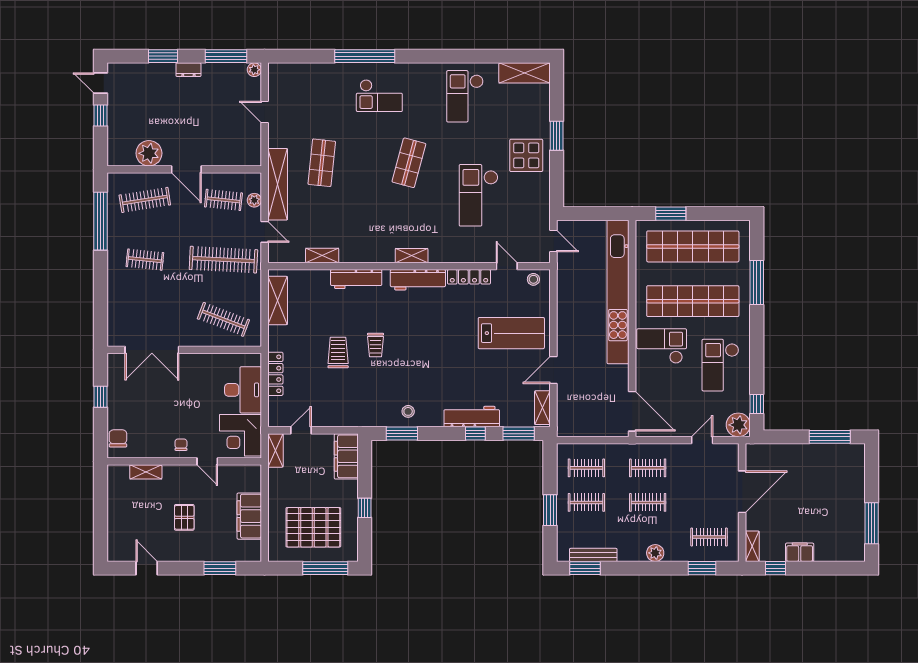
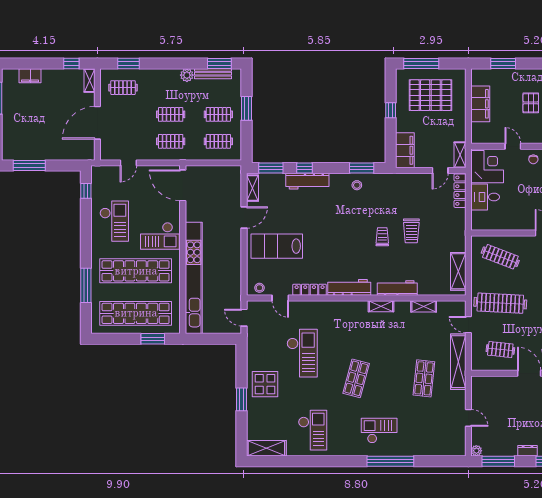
plant: (254, 200) -> (476, 349), removed
shelving: (412, 256) -> (381, 306), moved
locker: (275, 374) -> (460, 191), moved
desk: (243, 390) -> (485, 197), width x0.73
plant: (738, 425) -> (100, 175), removed
filing cabinet: (800, 552) -> (30, 76), moved
plant: (655, 553) -> (187, 75), moved

